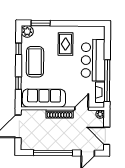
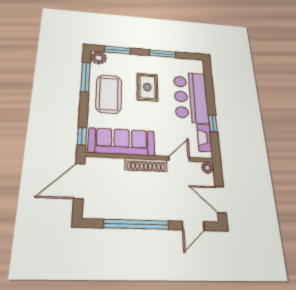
window: (74, 23) -> (163, 54), added
rug: (65, 44) -> (147, 87), moved
window: (19, 49) -> (86, 77), width x2.17
window: (107, 81) -> (213, 123), width x0.32
window: (18, 83) -> (82, 136), moved

